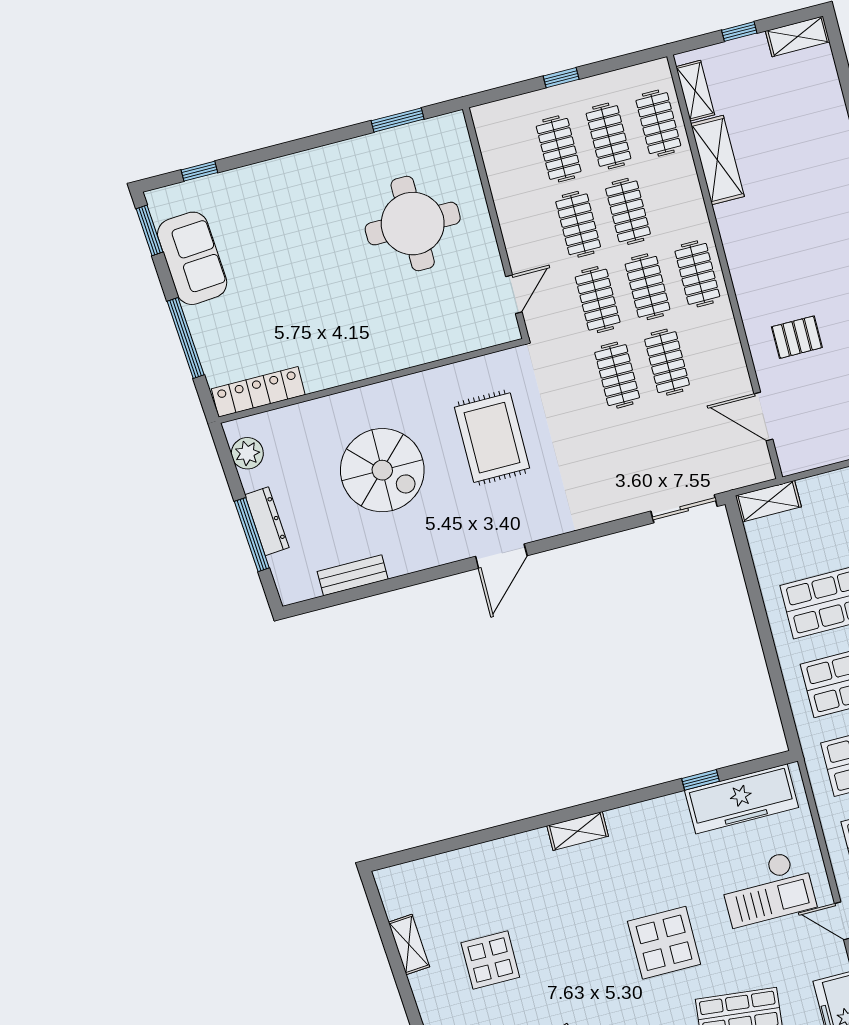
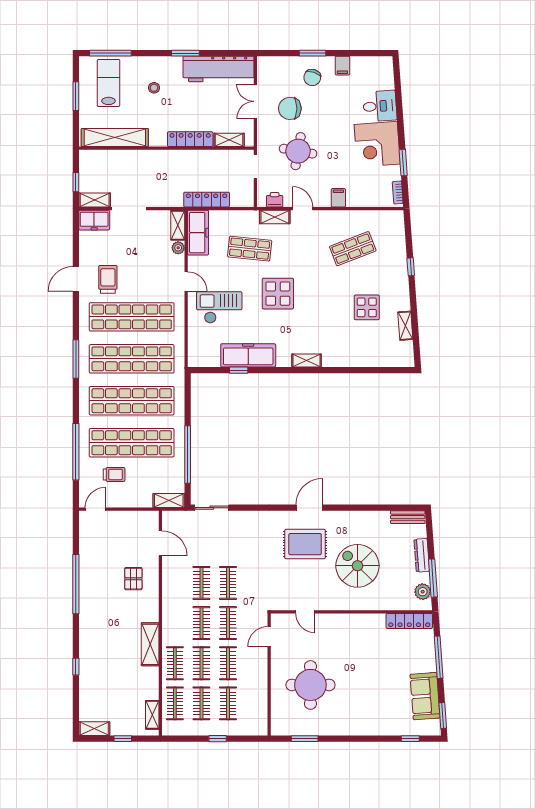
shelving: (717, 160) -> (150, 644), moved
clothes rail: (697, 274) -> (175, 663), moved
pallet: (797, 337) -> (133, 579), turned 90
door: (458, 358) -> (305, 612), added
rug: (492, 438) -> (305, 544), moved, turned 90
window: (252, 535) -> (433, 578), moved
bench: (353, 575) -> (408, 517), moved
window: (755, 597) -> (188, 455), added
freezer: (742, 799) -> (248, 355), moved

